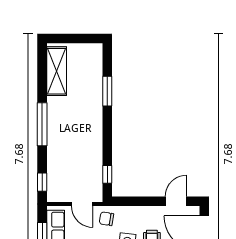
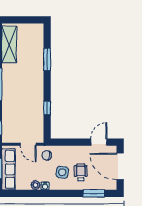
window: (107, 174) -> (47, 108), moved

